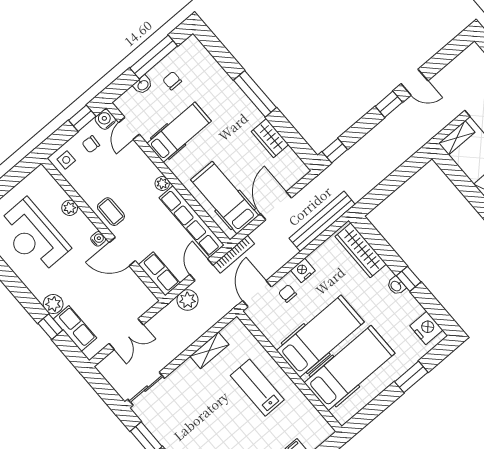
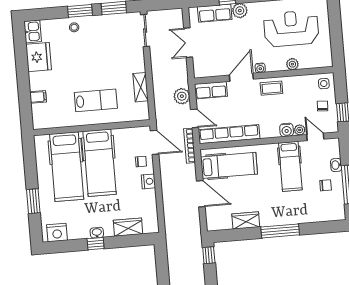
water cooler: (105, 119) -> (287, 130), moved, turned 90
plant: (162, 184) -> (300, 130), moved
bench: (322, 221) -> (170, 216), removed
wardrobe: (361, 250) -> (128, 227), width x0.67

